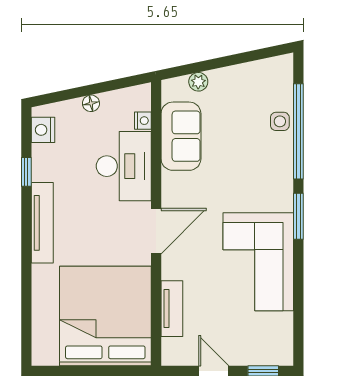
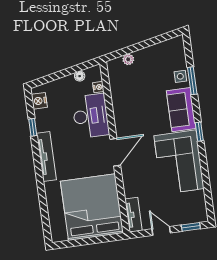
floor lamp: (91, 103) -> (80, 76), moved
window: (298, 131) -> (192, 81), width x0.47
sofa: (181, 136) -> (181, 110), moved, turned 180
window: (298, 216) -> (199, 132), width x0.67
tv unit: (172, 309) -> (133, 215), moved

